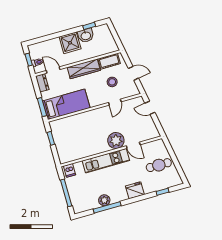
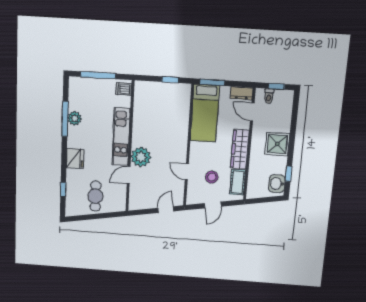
washbasin: (86, 36) -> (277, 184), moved
door: (53, 70) -> (252, 112), swing flipped

